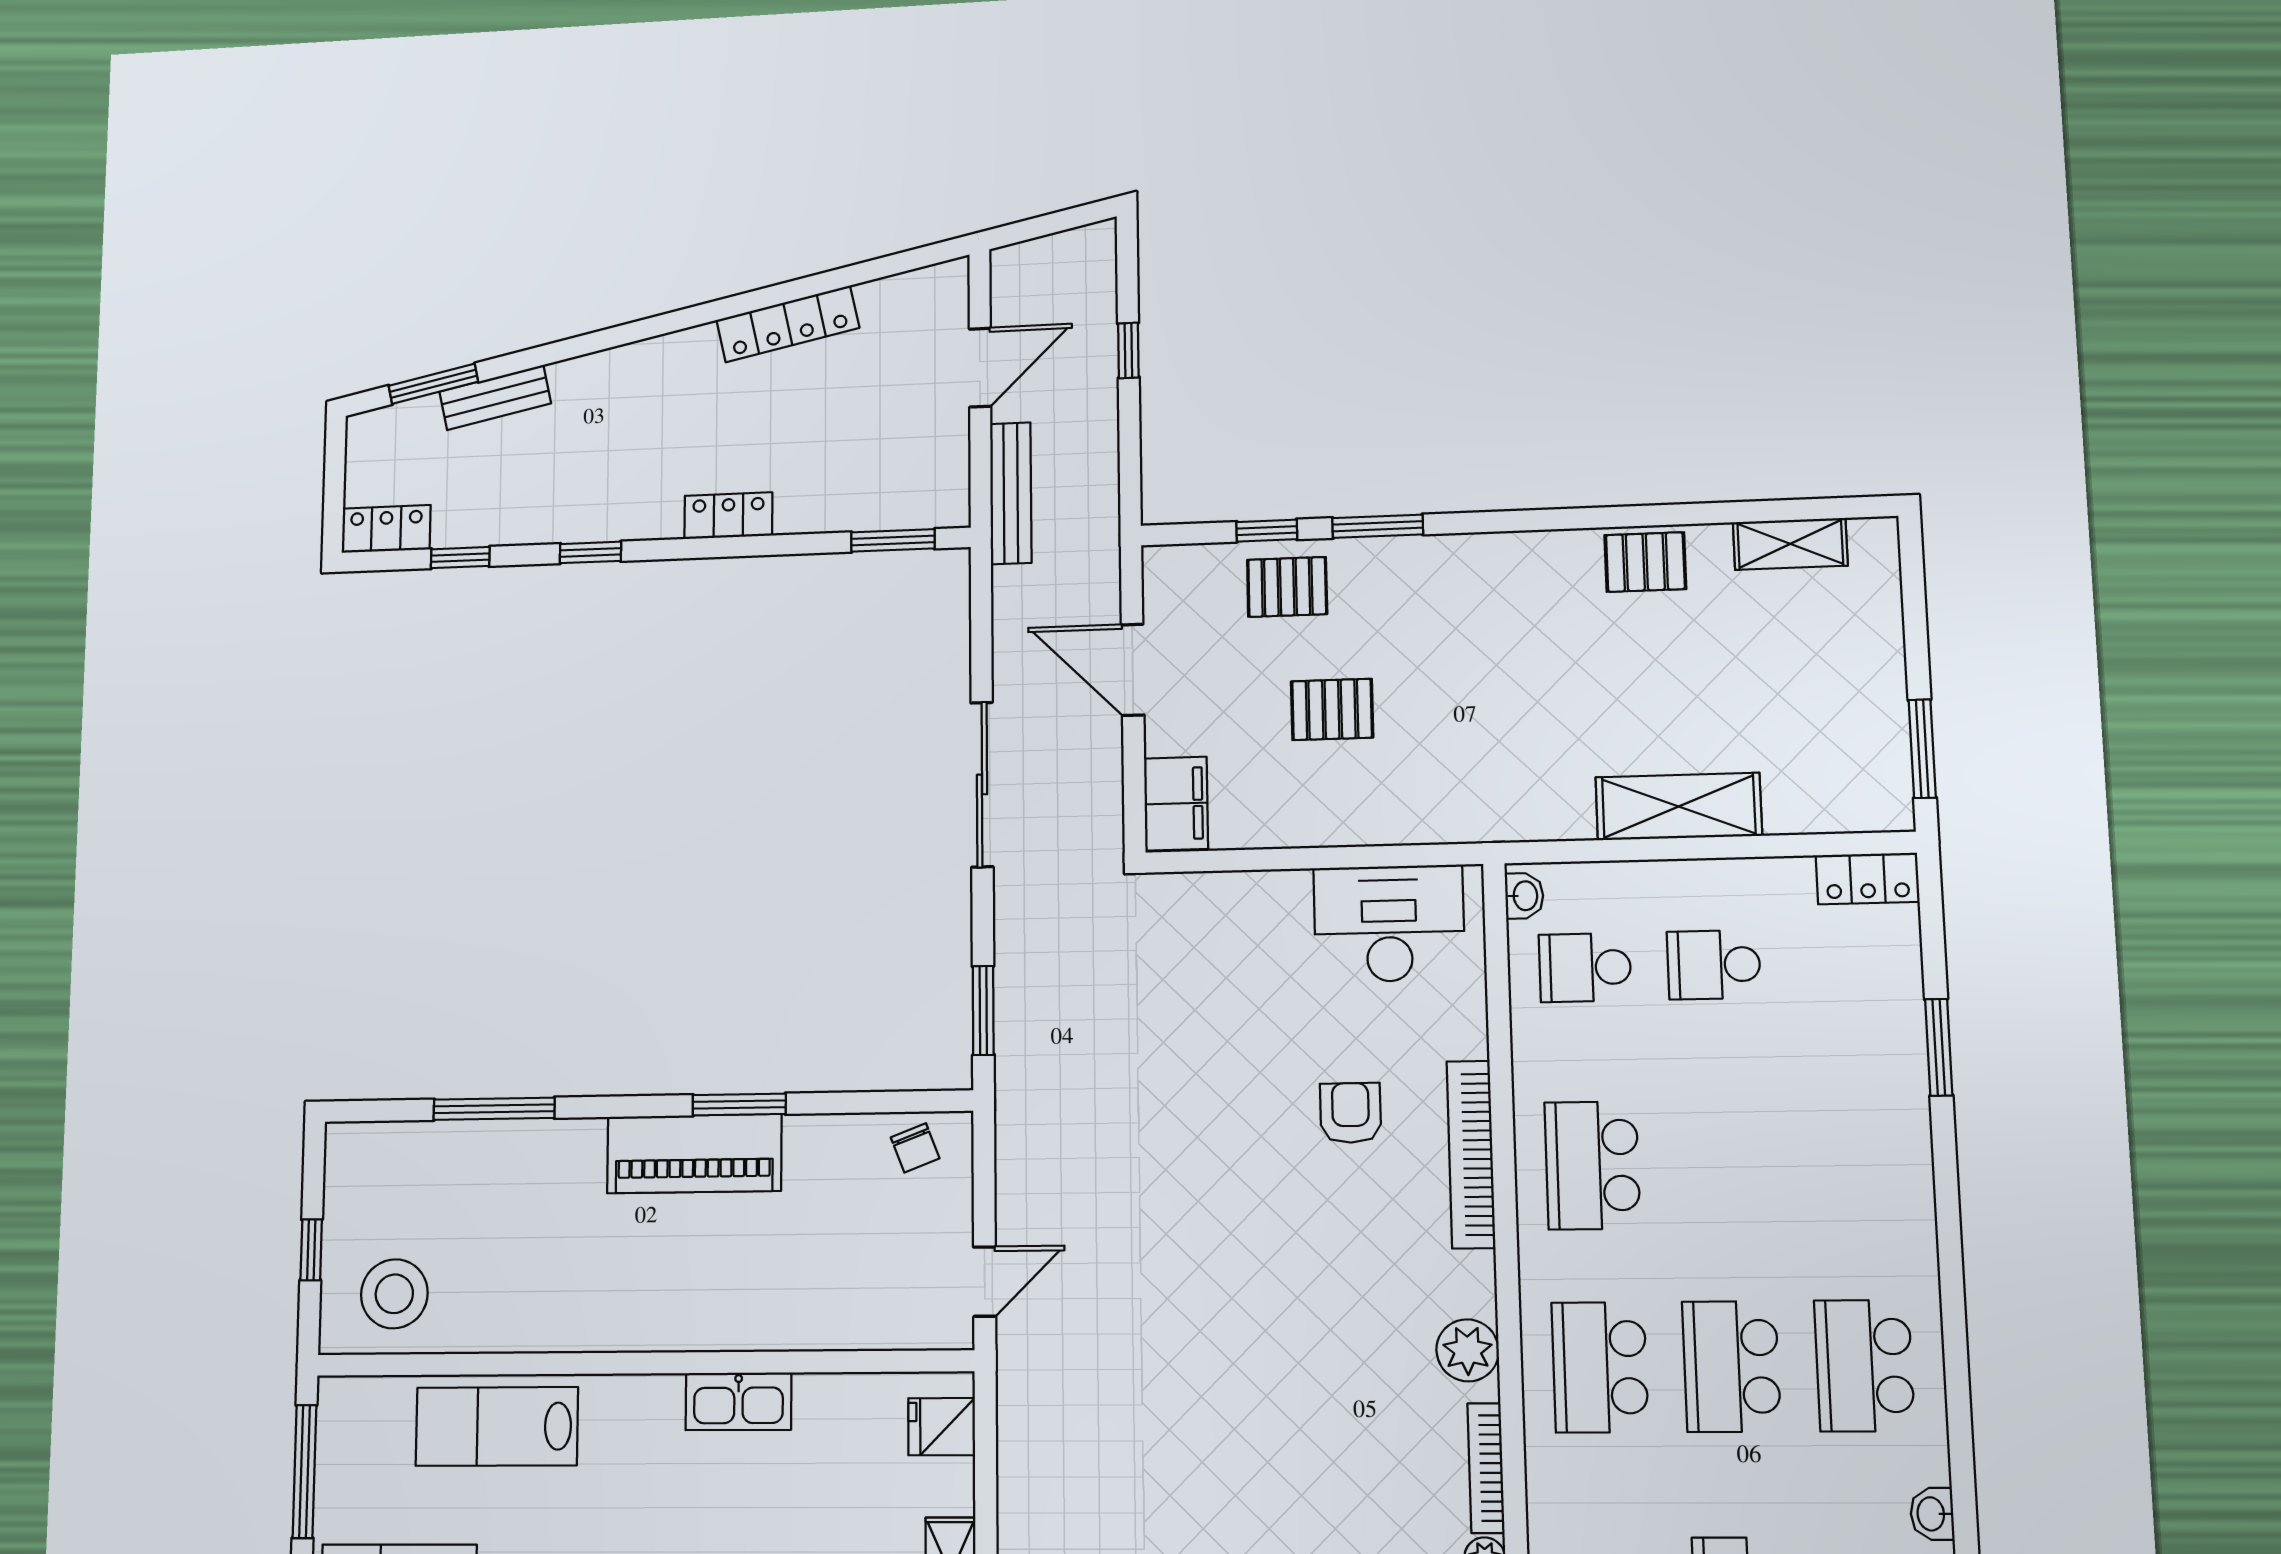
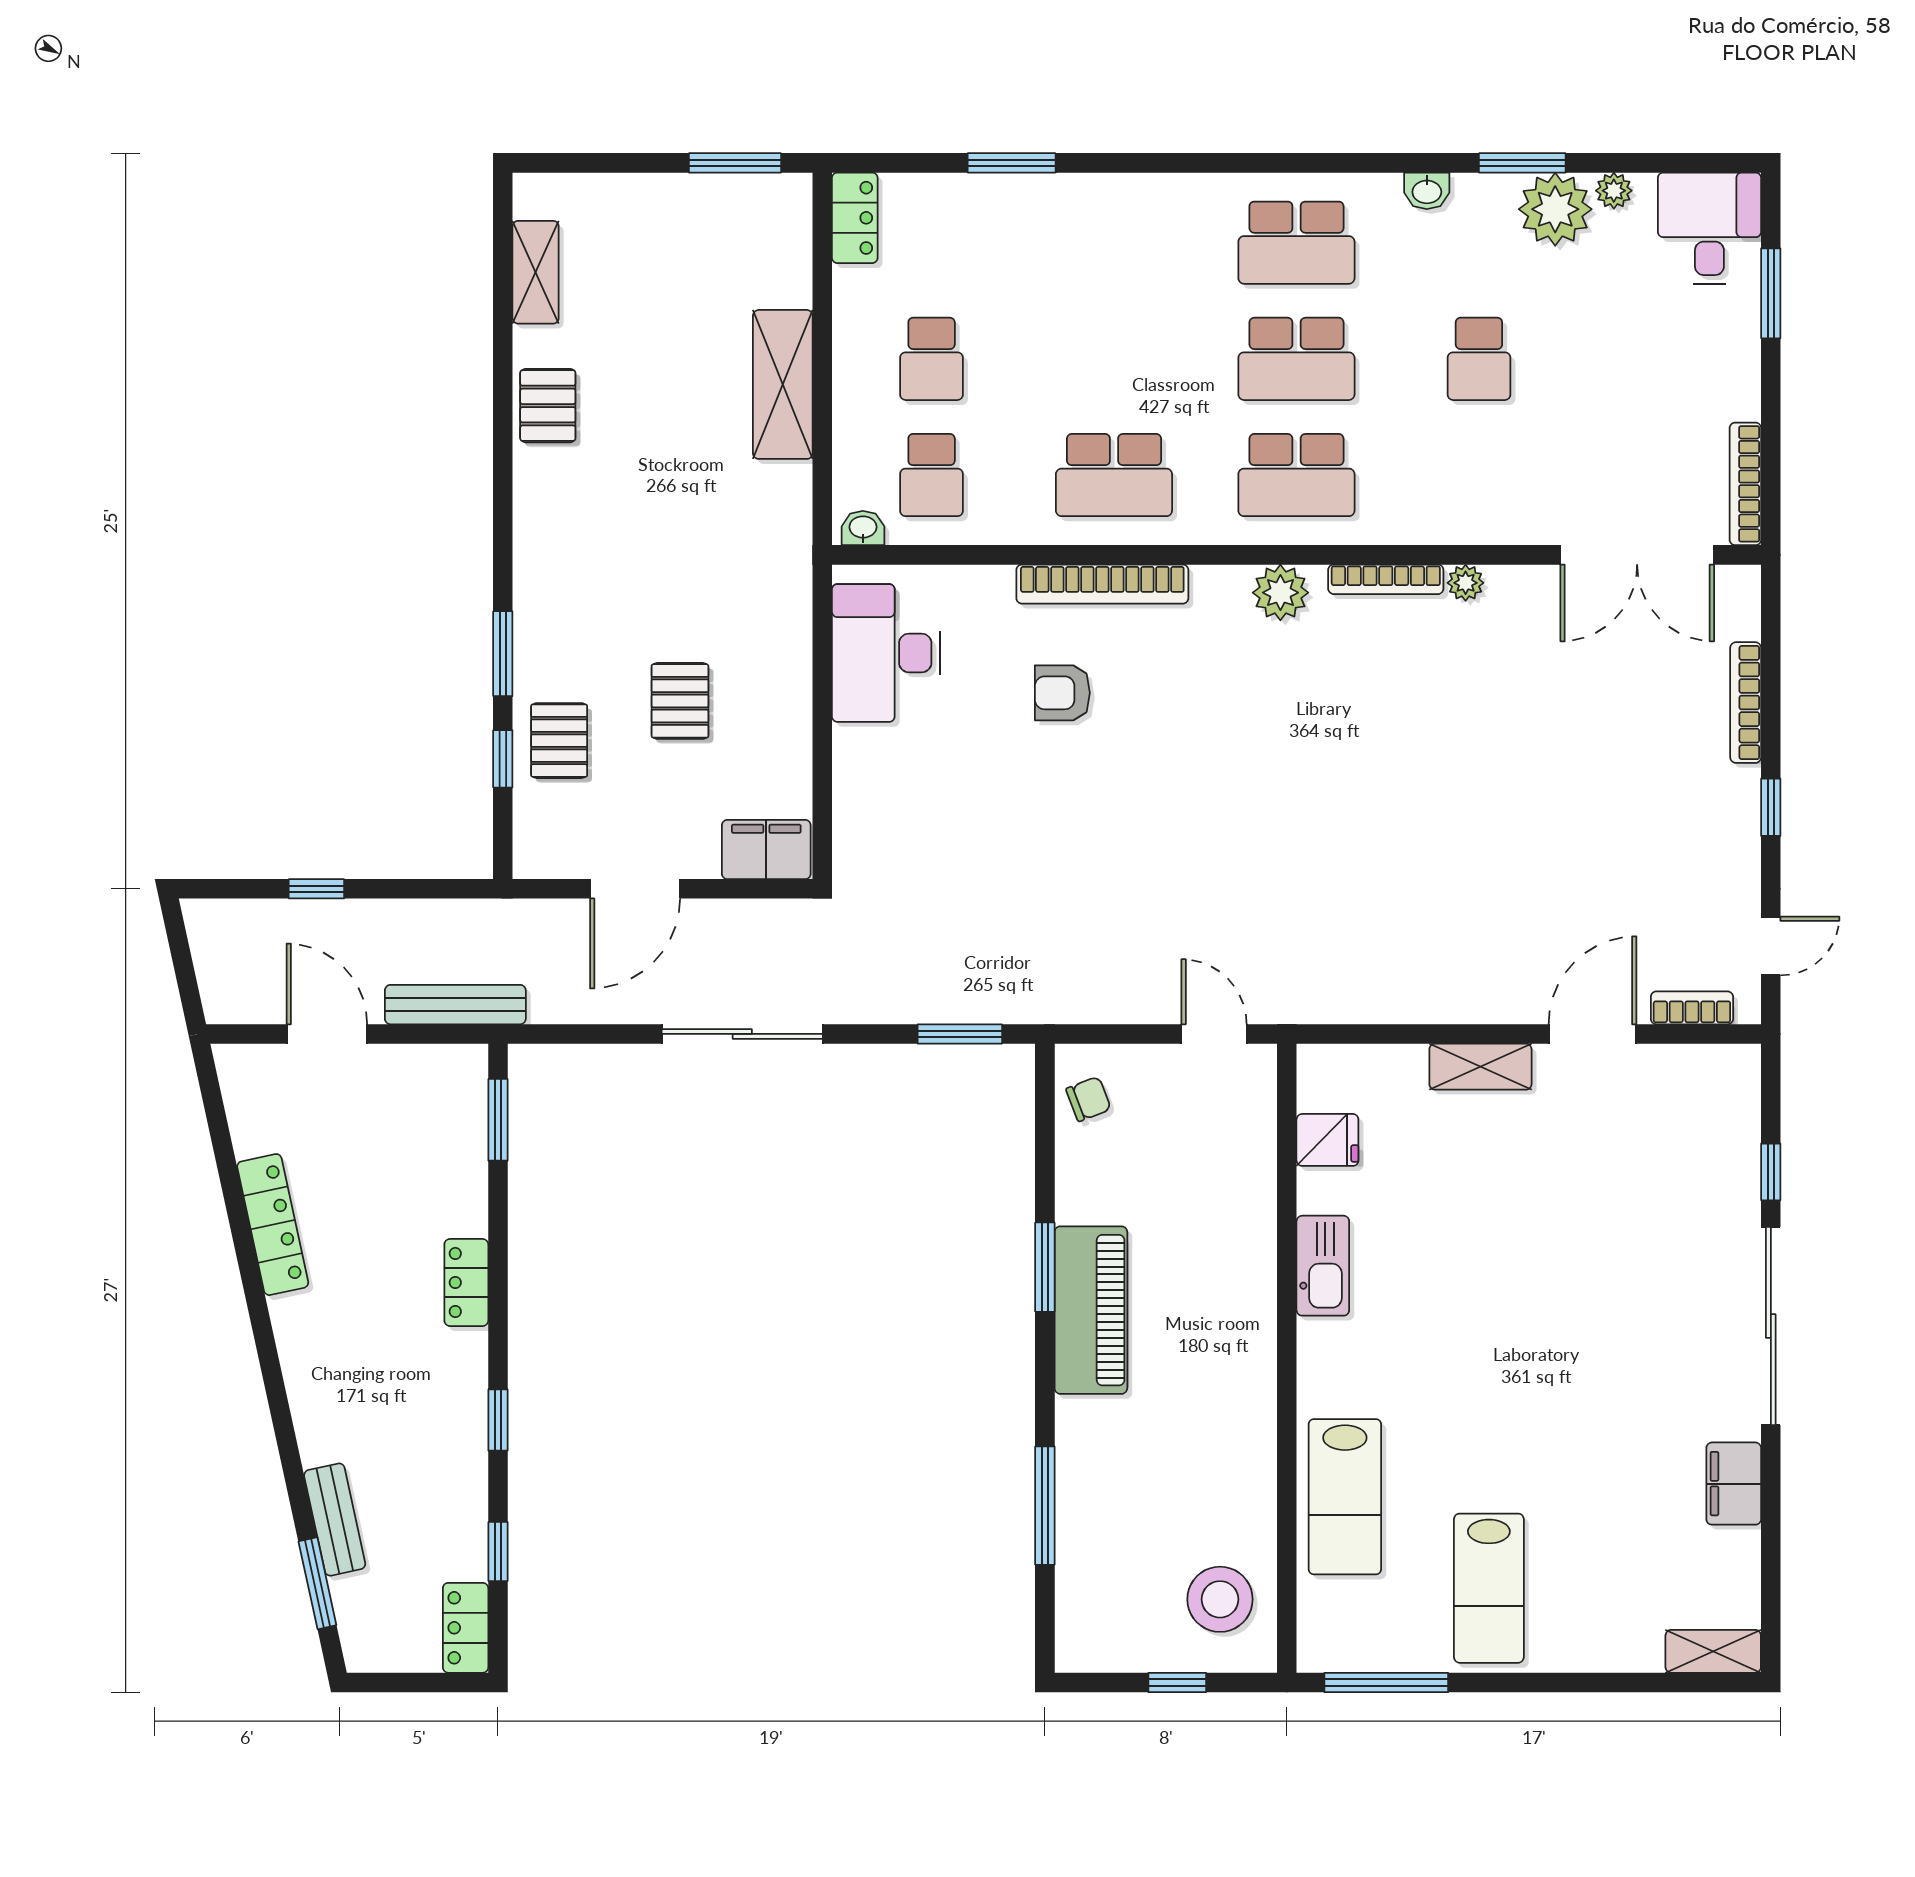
fridge: (942, 1427) -> (1327, 1140), moved, turned -90

